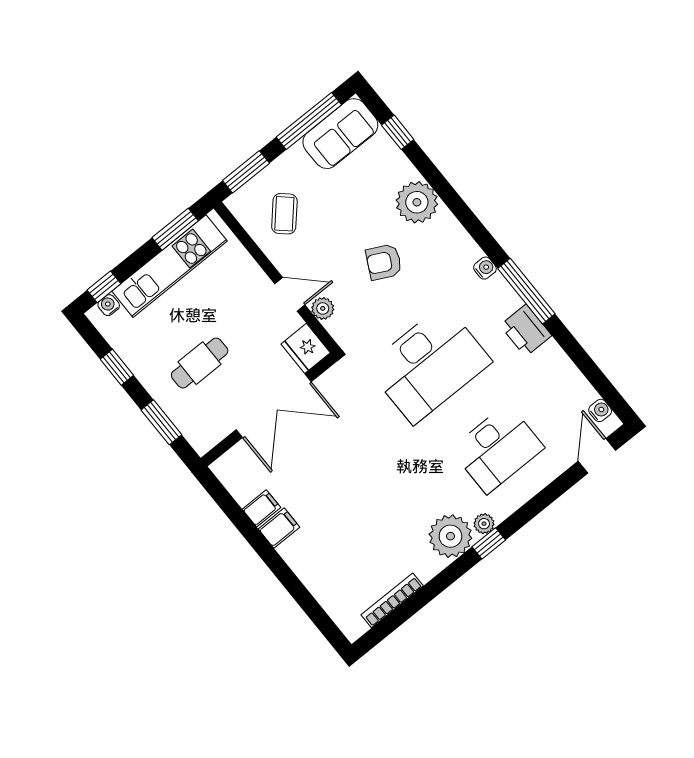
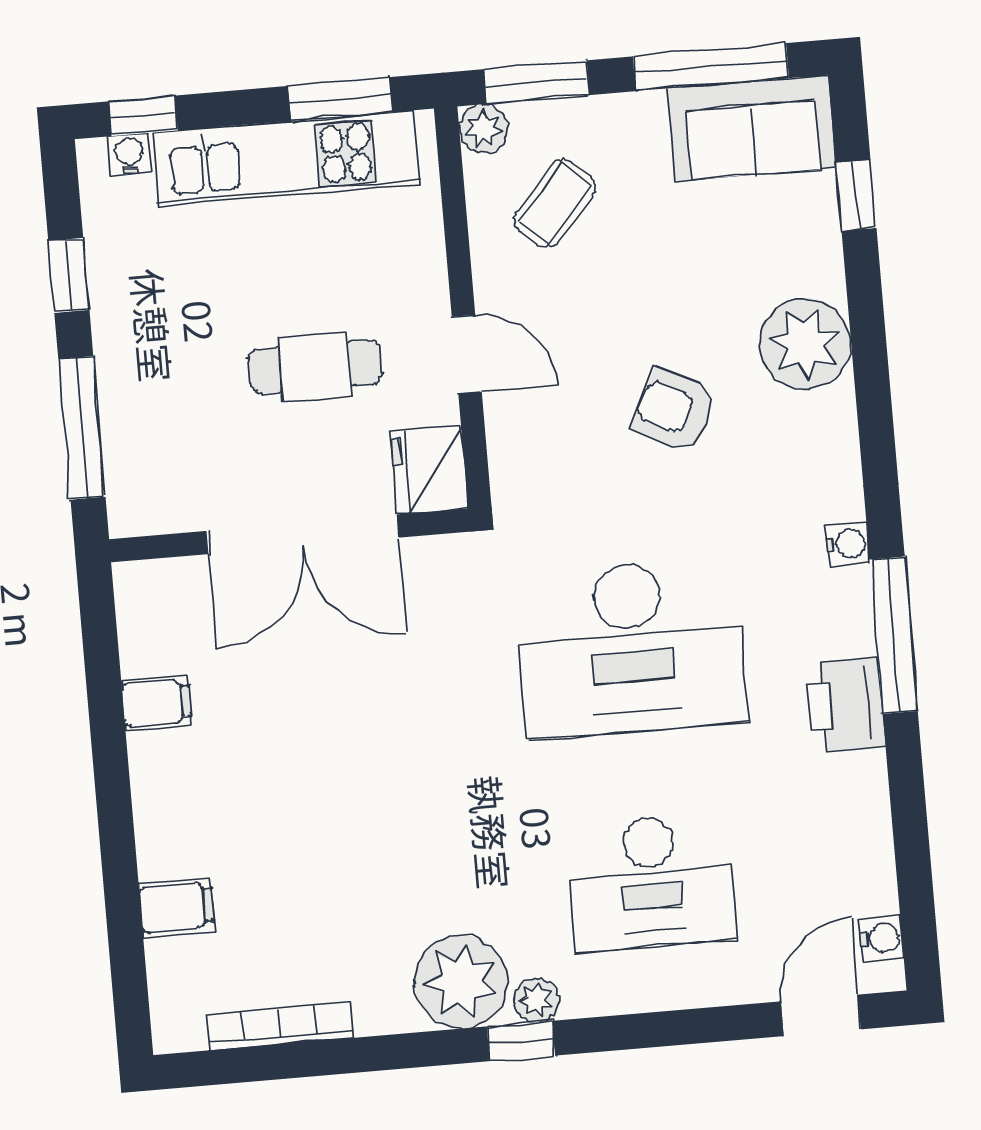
plant: (323, 308) -> (484, 129), moved
cafe table: (200, 363) -> (315, 367), moved
window: (161, 422) -> (82, 428), width x1.44
filing cabinet: (279, 528) -> (177, 907), moved

